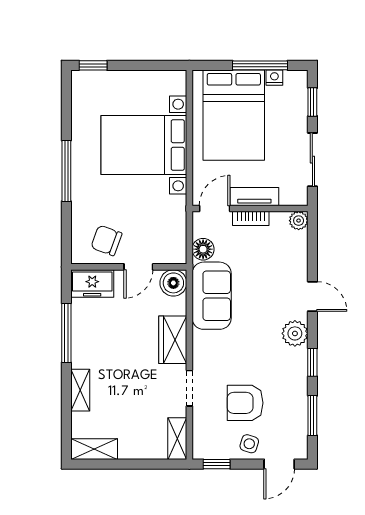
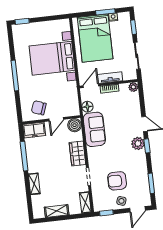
window: (260, 65) -> (105, 12), width x0.69
window: (312, 362) -> (147, 146), moved
shelving: (94, 449) -> (57, 211), moved

